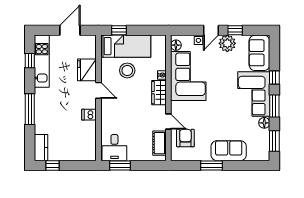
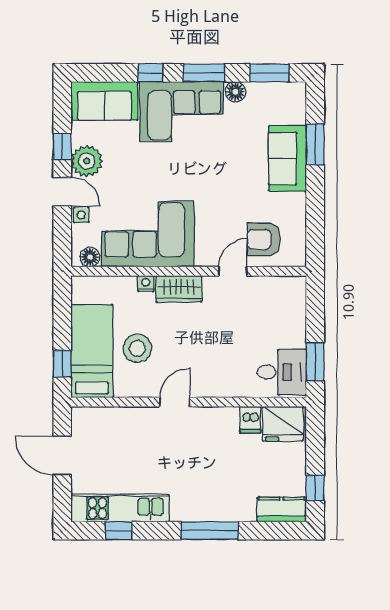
fridge: (87, 70) -> (283, 424), moved
dishwasher: (89, 115) -> (250, 420), moved
cot: (159, 143) -> (273, 288), removed
window: (212, 165) -> (315, 144), moved

